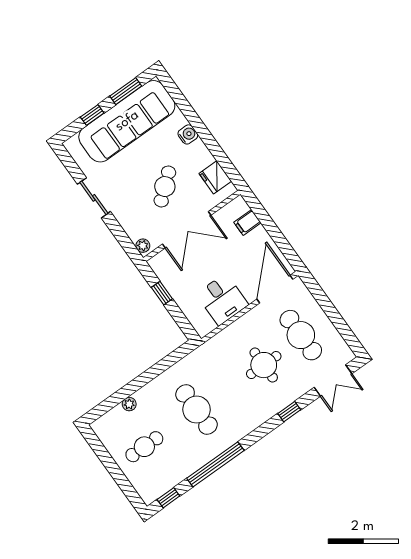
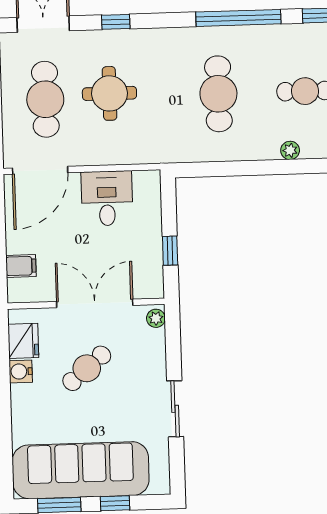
water cooler: (188, 134) -> (21, 371), moved

